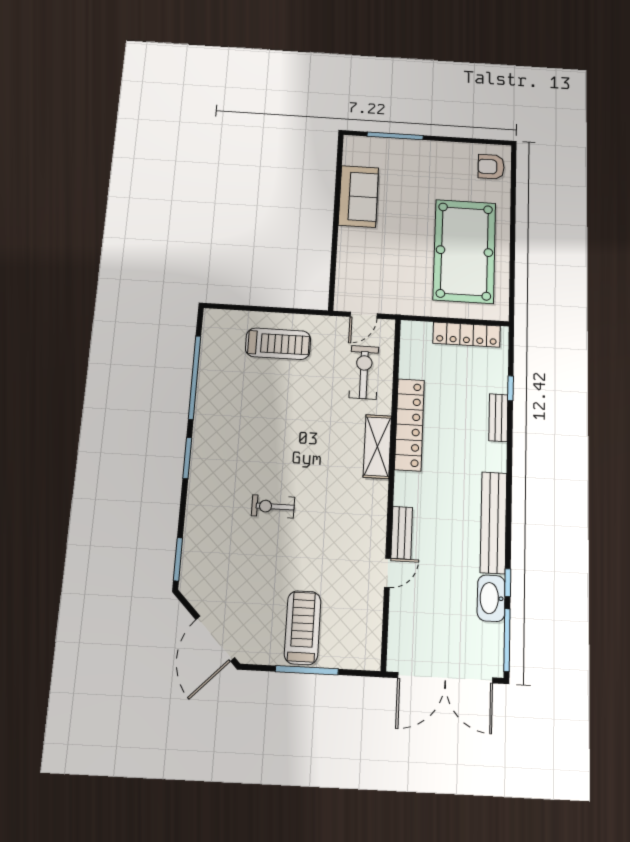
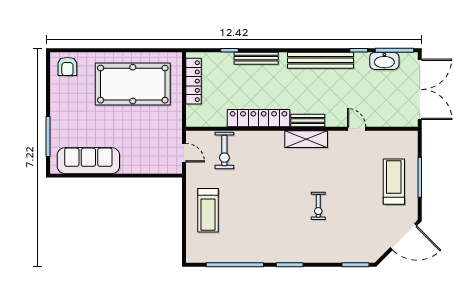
sofa: (358, 196) -> (88, 161), width x1.36
treadmill: (278, 344) -> (208, 210), turned 180
exercise bike: (364, 372) -> (224, 151), turned -90
bench: (498, 418) -> (256, 58), width x1.36
shelving: (377, 446) -> (306, 139), moved
bench: (402, 533) -> (308, 121), moved
washbasin: (491, 598) -> (384, 61), moved
treadmill: (303, 628) -> (394, 182), turned 90

